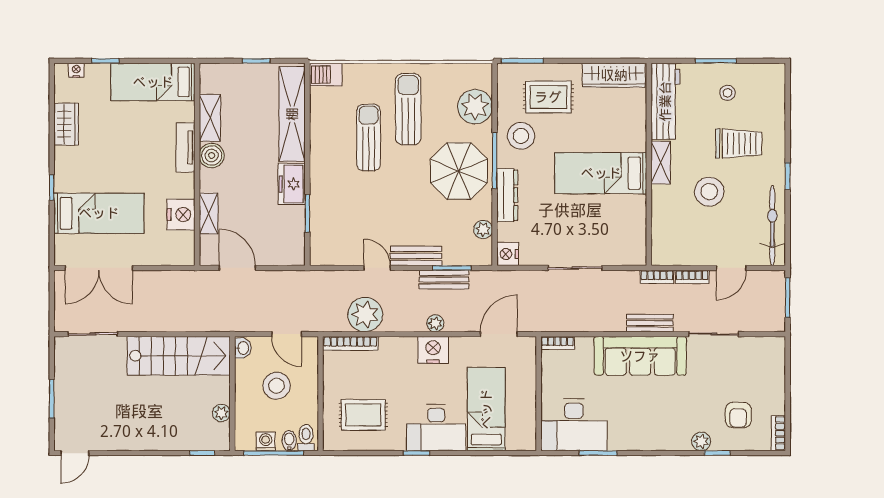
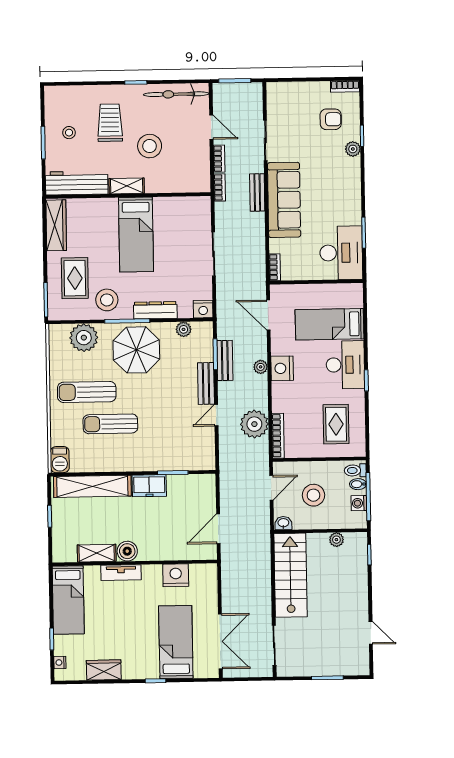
shelving: (209, 214) -> (174, 553), removed
door: (75, 453) -> (371, 633), moved

